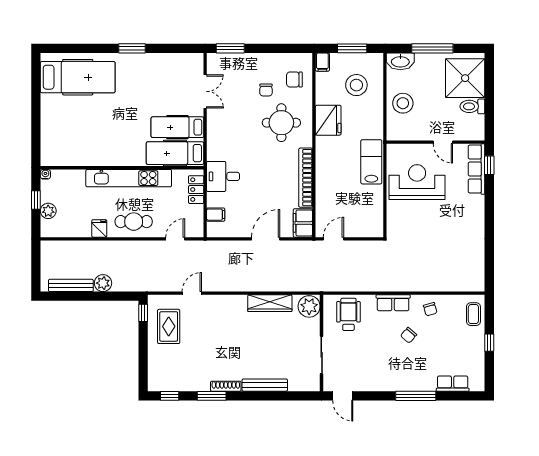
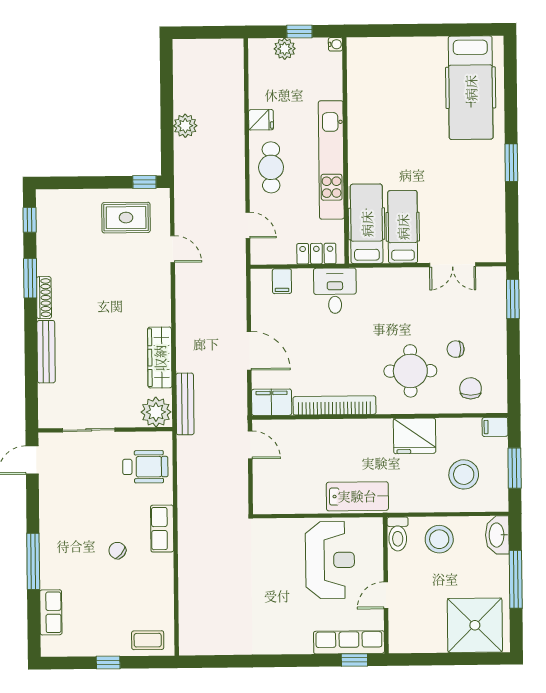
toilet: (472, 106) -> (398, 534), moved, turned 180
bench: (71, 285) -> (185, 404), moved
chair: (430, 309) -> (154, 580), removed

